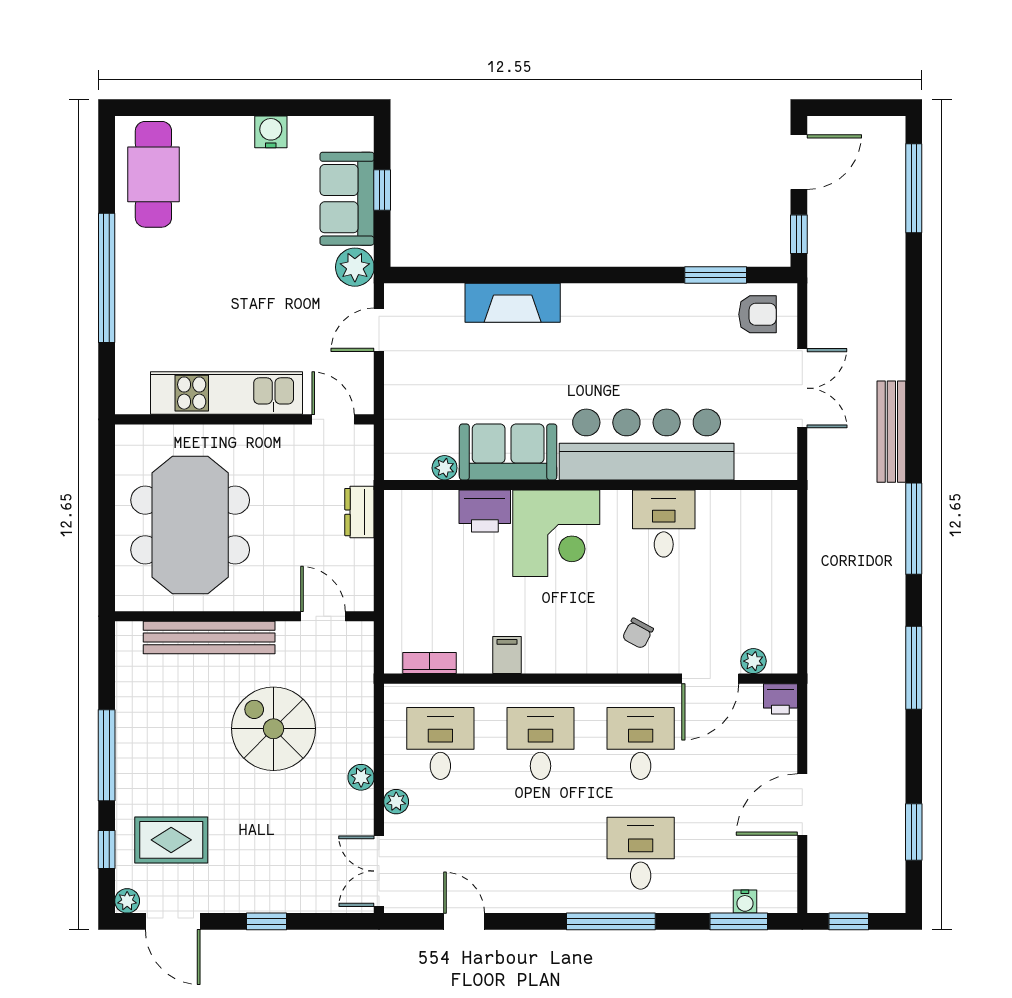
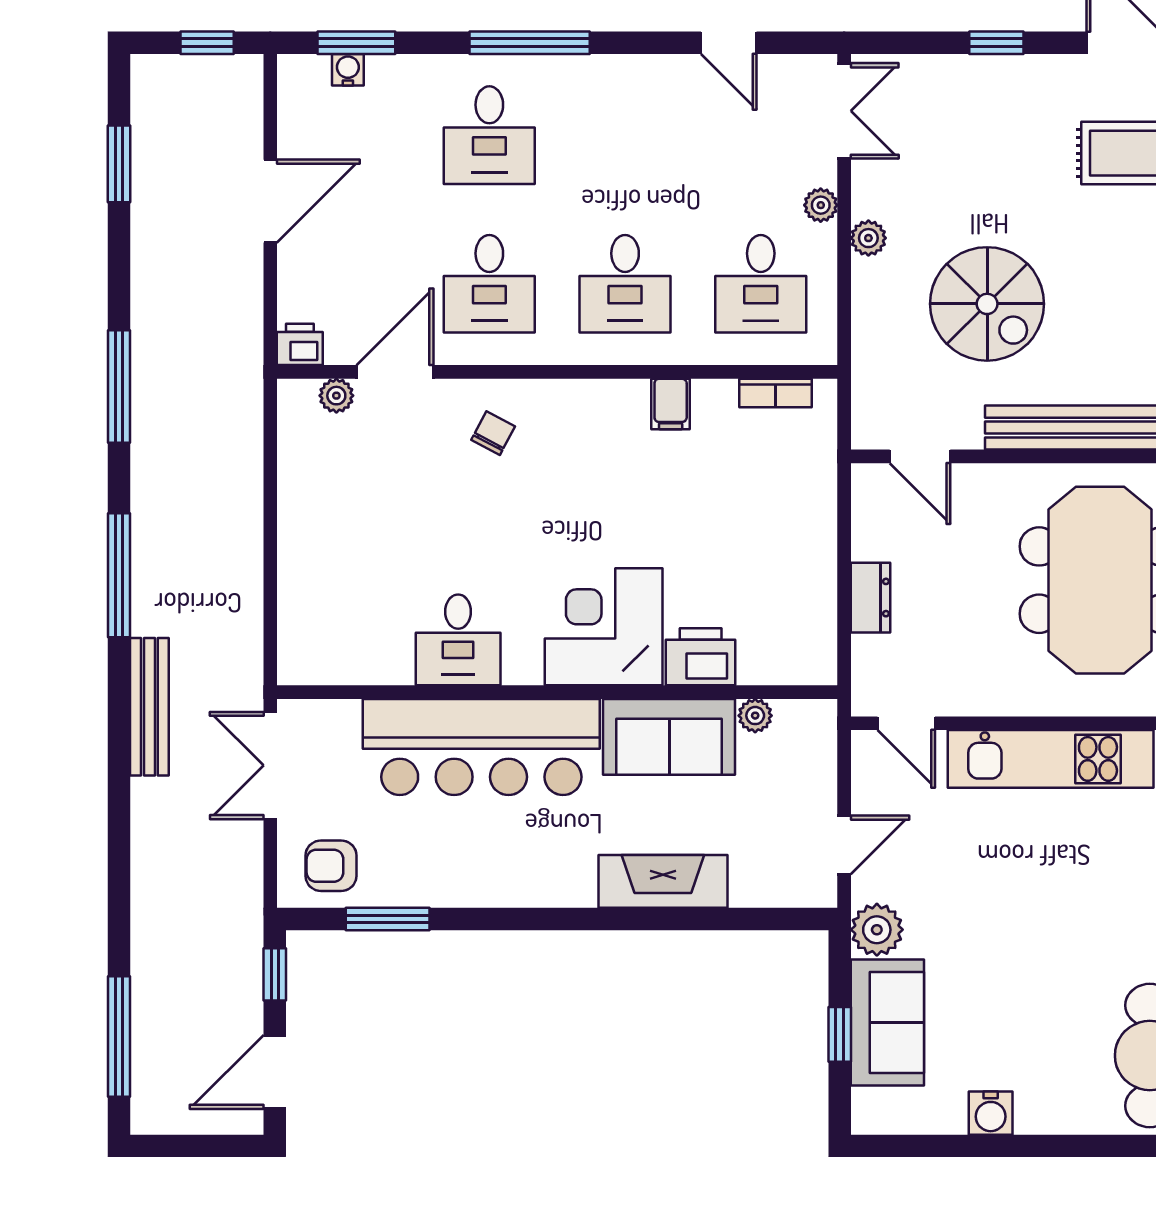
bar counter: (647, 445) -> (481, 747), moved
sofa: (508, 452) -> (669, 737), moved
plant: (445, 468) -> (755, 716), moved
wall: (591, 485) -> (557, 692), moved
printer: (485, 511) -> (701, 657), moved
desk: (664, 524) -> (458, 640), moved
corner desk: (556, 533) -> (604, 627), moved

